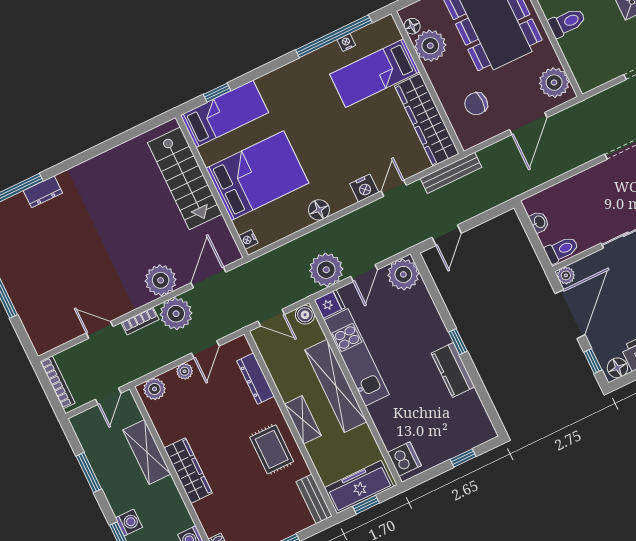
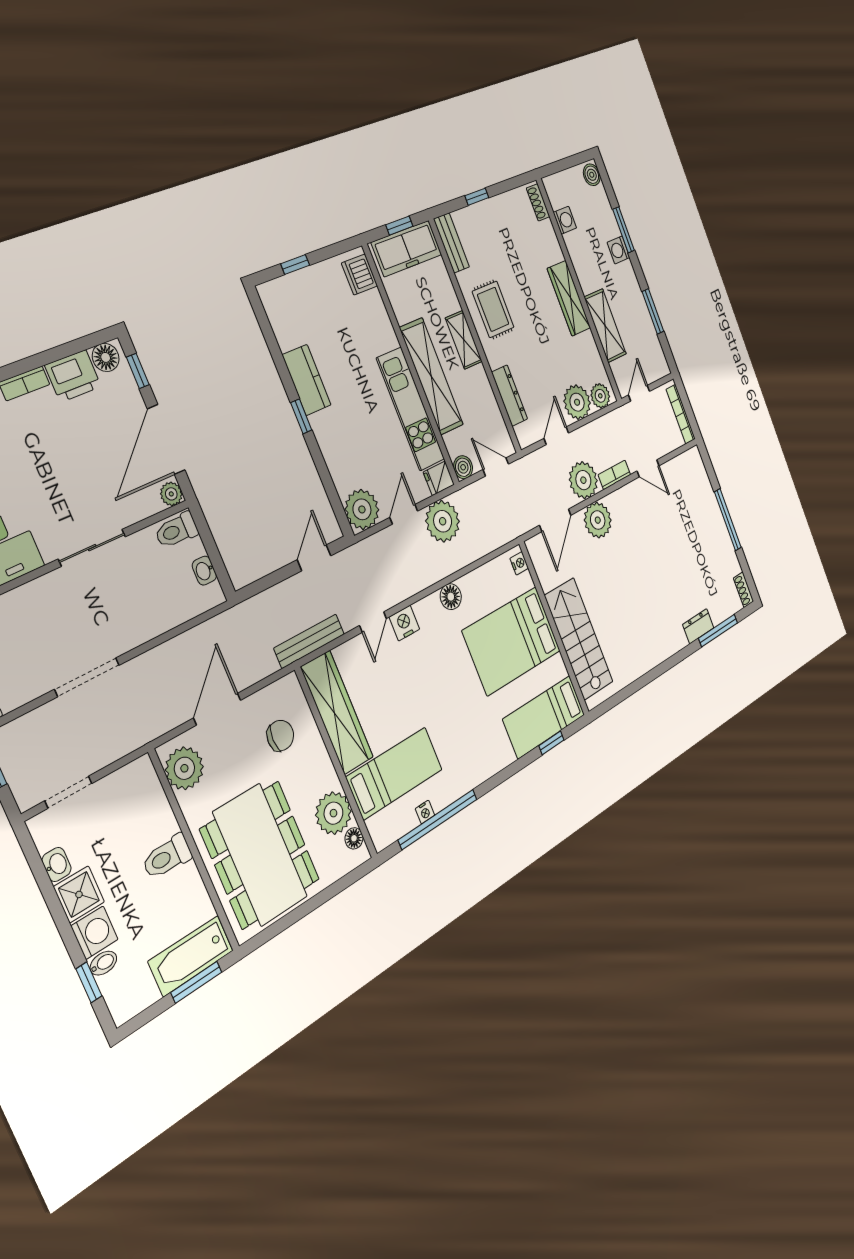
plant: (185, 371) -> (577, 402), width x1.88, depth x1.88

